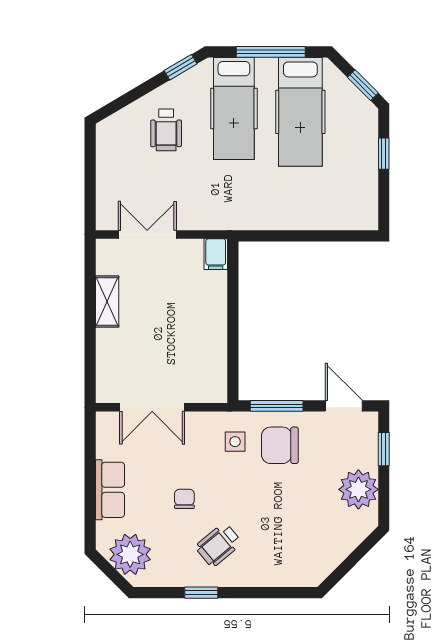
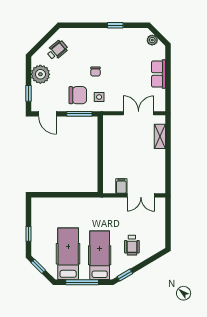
wheelchair: (166, 130) -> (132, 245), turned 180
filing cabinet: (216, 254) -> (121, 186), moved
shelving: (107, 302) -> (160, 136), moved
chair: (184, 499) -> (95, 72), moved
wheelchair: (219, 545) -> (57, 50), moved
plant: (130, 554) -> (152, 40), width x0.53, depth x0.53

